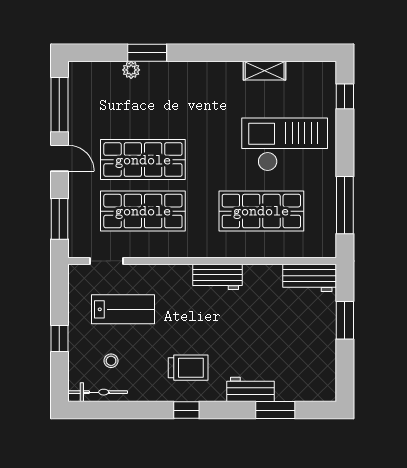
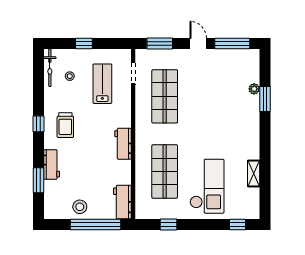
door: (59, 158) -> (198, 43), swing flipped
shop shelf: (143, 160) -> (197, 96), removed
window: (345, 205) -> (168, 224), width x0.46
lab bench: (123, 309) -> (102, 84), turned 180
window: (345, 320) -> (95, 224), width x2.11
stool: (317, 345) -> (80, 207), added

